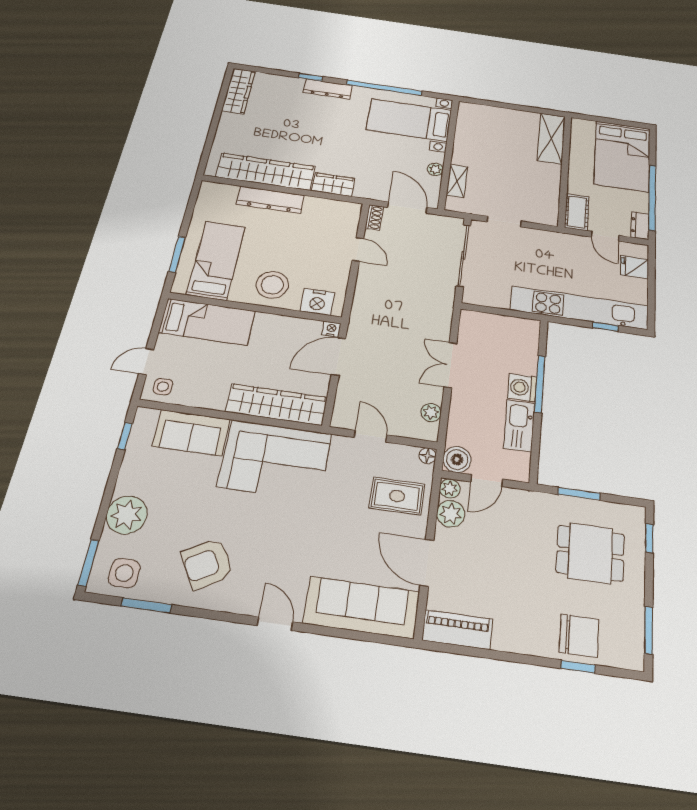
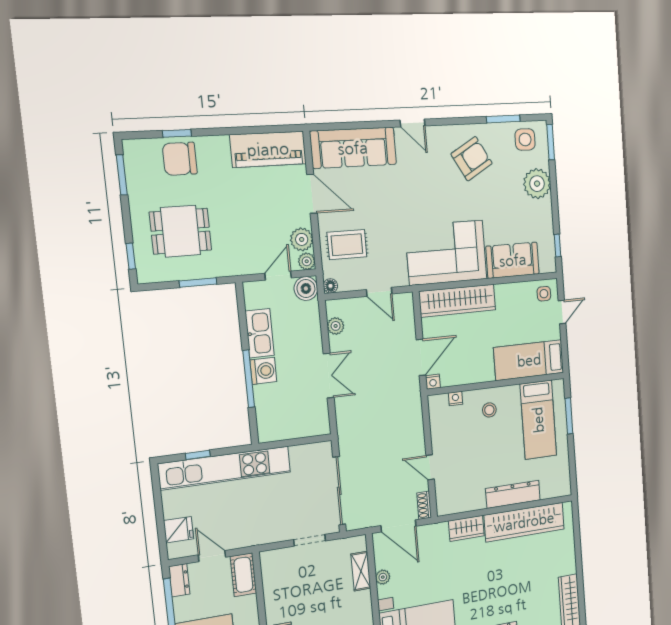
stool: (272, 285) -> (489, 410), width x0.53, depth x0.53
nightstand: (317, 302) -> (456, 399), width x0.53, depth x0.56
piano: (457, 630) -> (268, 149), width x1.37, depth x1.33

